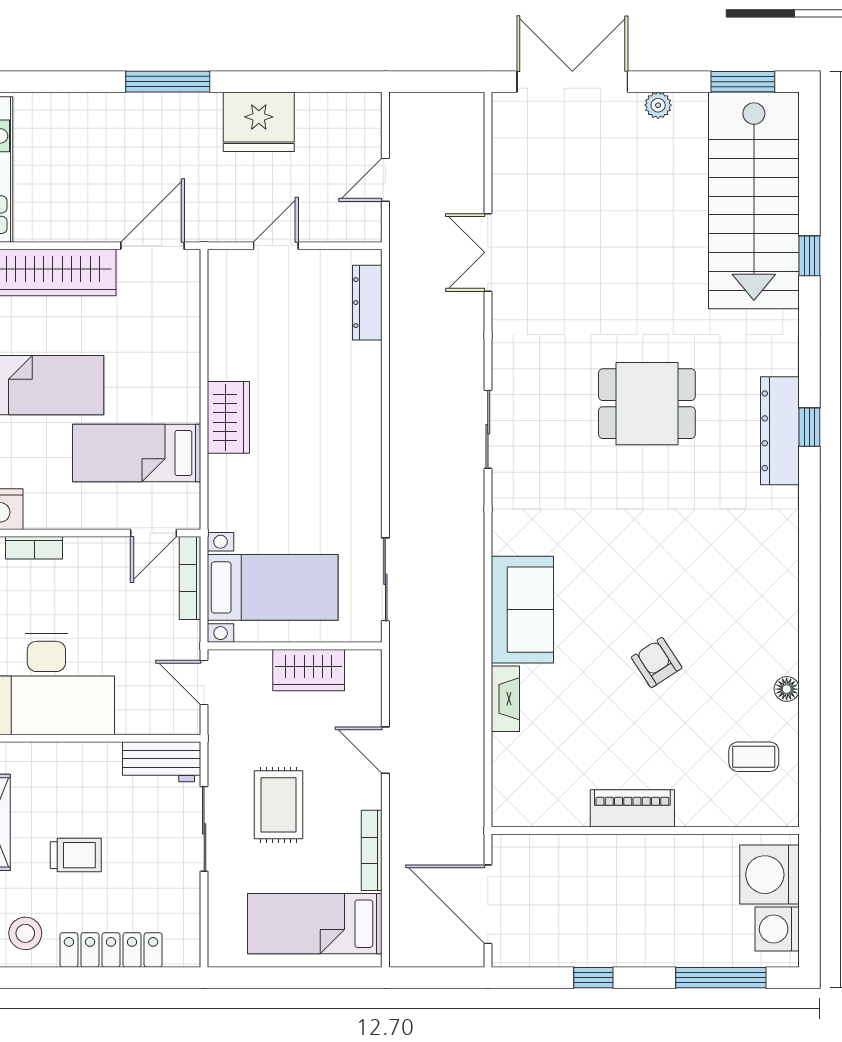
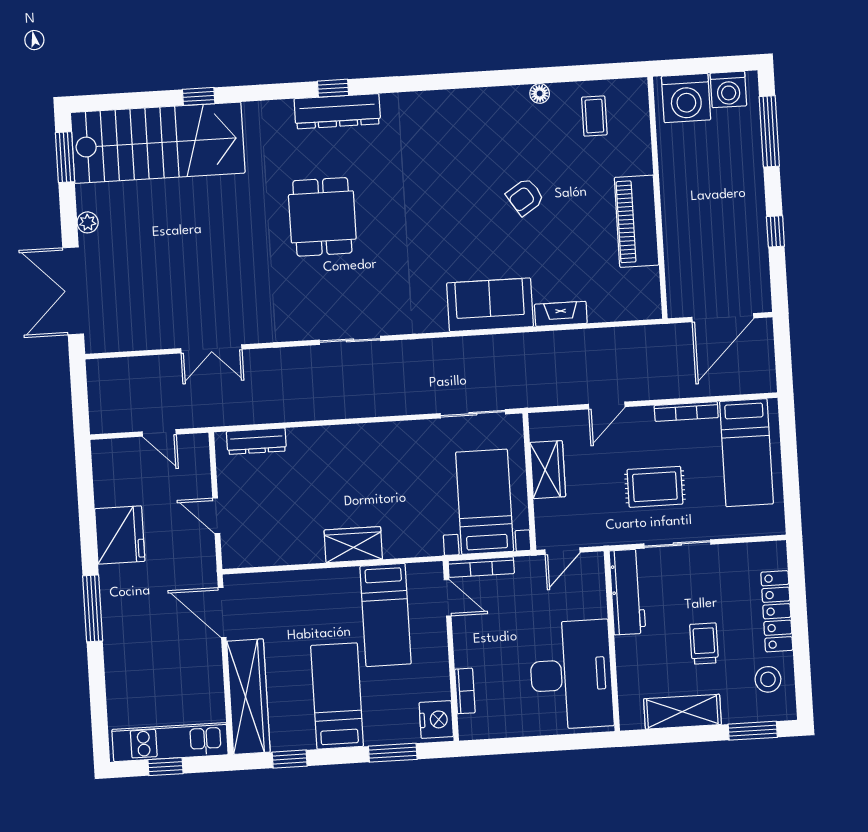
workbench: (162, 762) -> (627, 592), width x1.38
piano: (632, 808) -> (637, 221), width x1.37, depth x1.33

